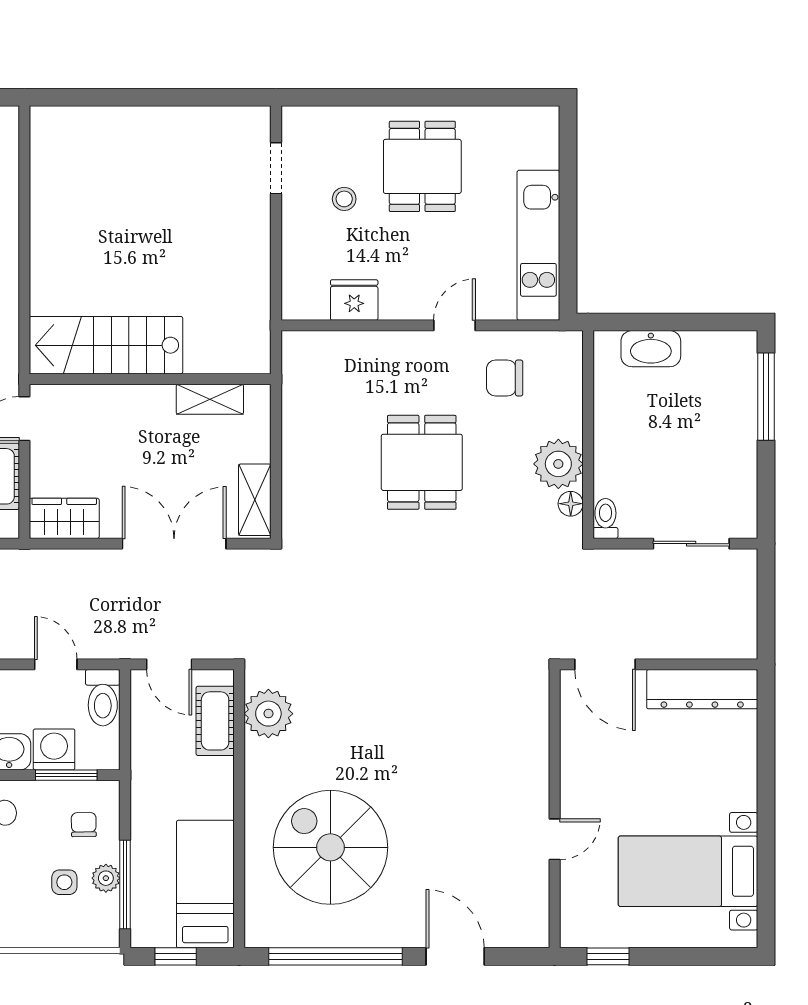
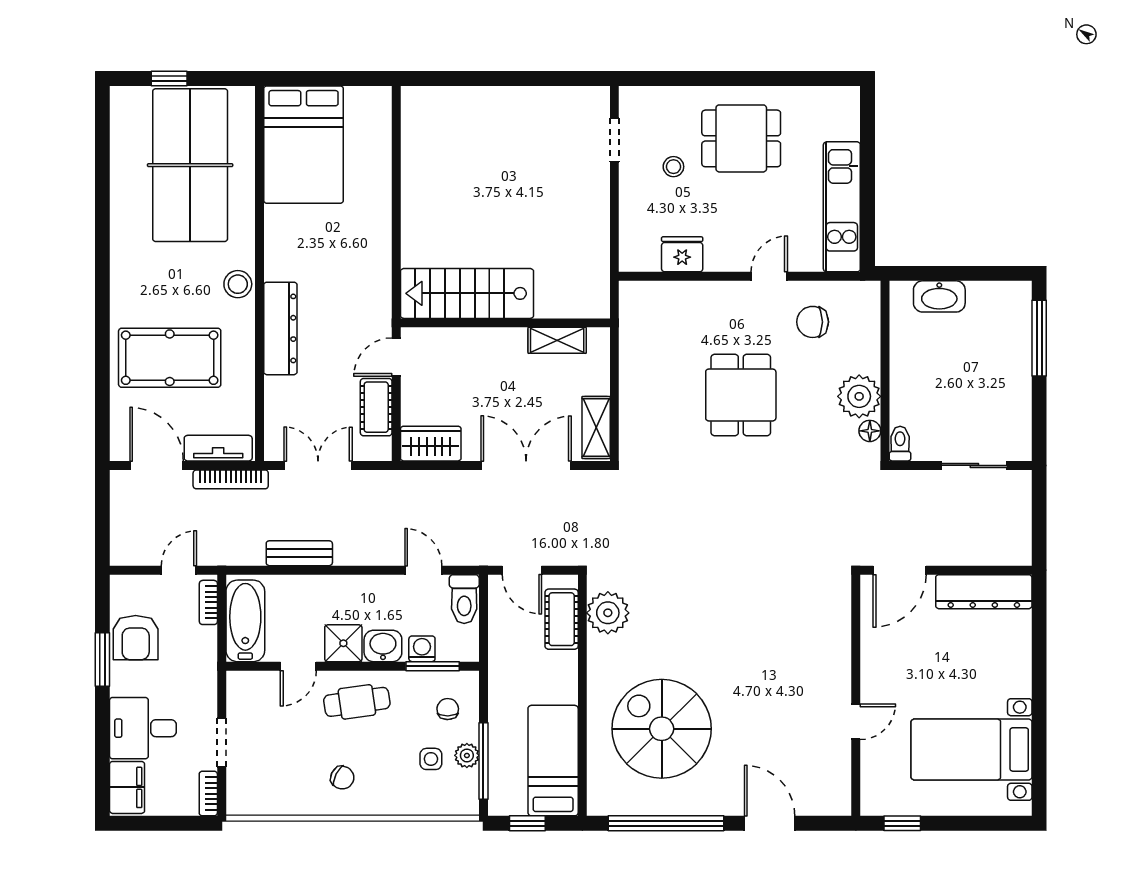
dining table: (422, 166) -> (741, 138), turned 90
door: (605, 664) -> (900, 570), hinge flipped
washing machine: (54, 749) -> (422, 649), width x0.73, depth x0.73

